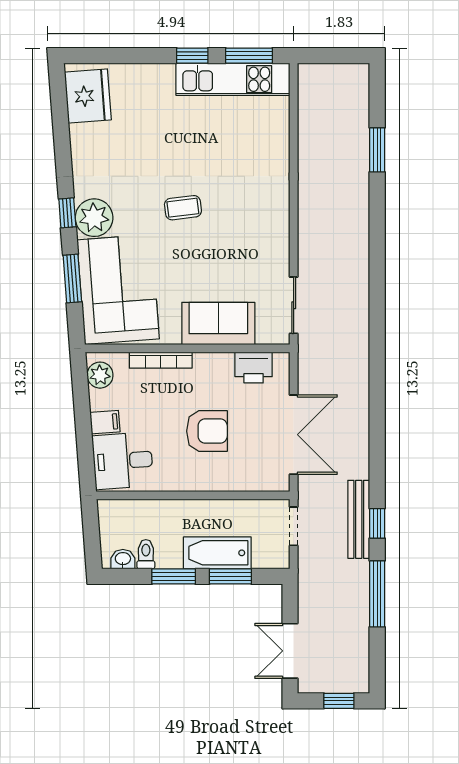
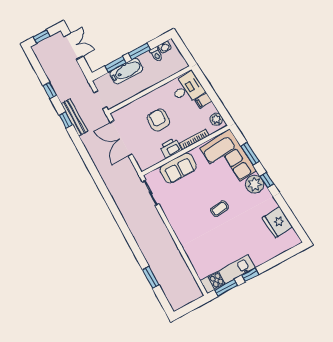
fridge: (88, 96) -> (277, 222), moved
printer: (254, 367) -> (171, 148), moved
armchair: (207, 431) -> (158, 120), turned 90
window: (377, 594) -> (50, 90), width x0.46

